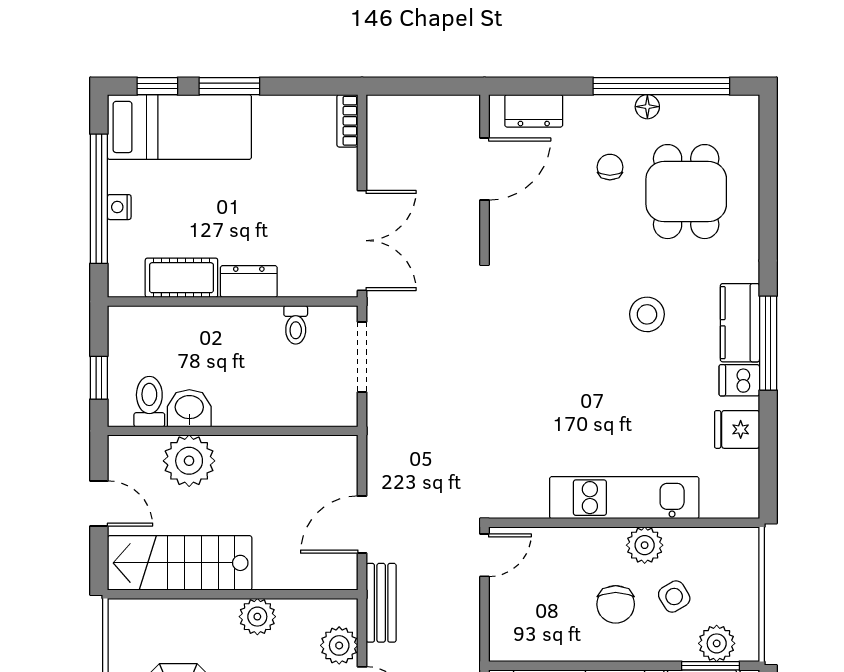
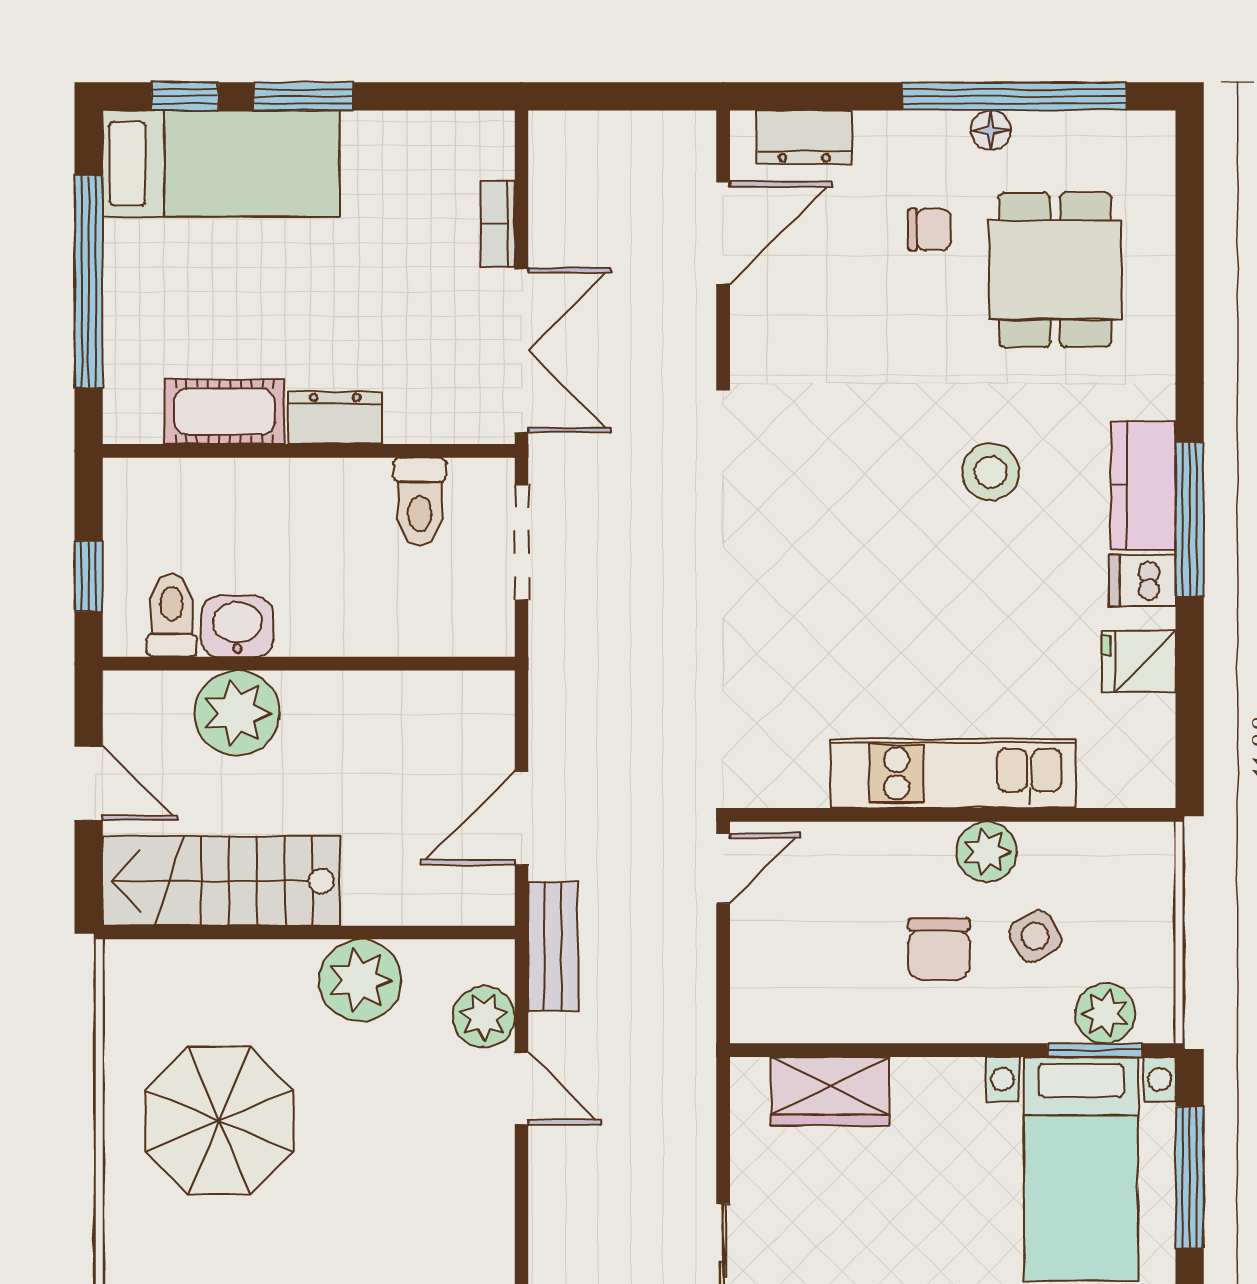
bookcase: (347, 121) -> (498, 224), moved
chair: (610, 167) -> (930, 230), turned 90
nightstand: (119, 207) -> (122, 295), removed
toilet: (296, 325) -> (420, 501), width x1.37, depth x1.39
plant: (257, 617) -> (360, 980), width x1.36, depth x1.36

